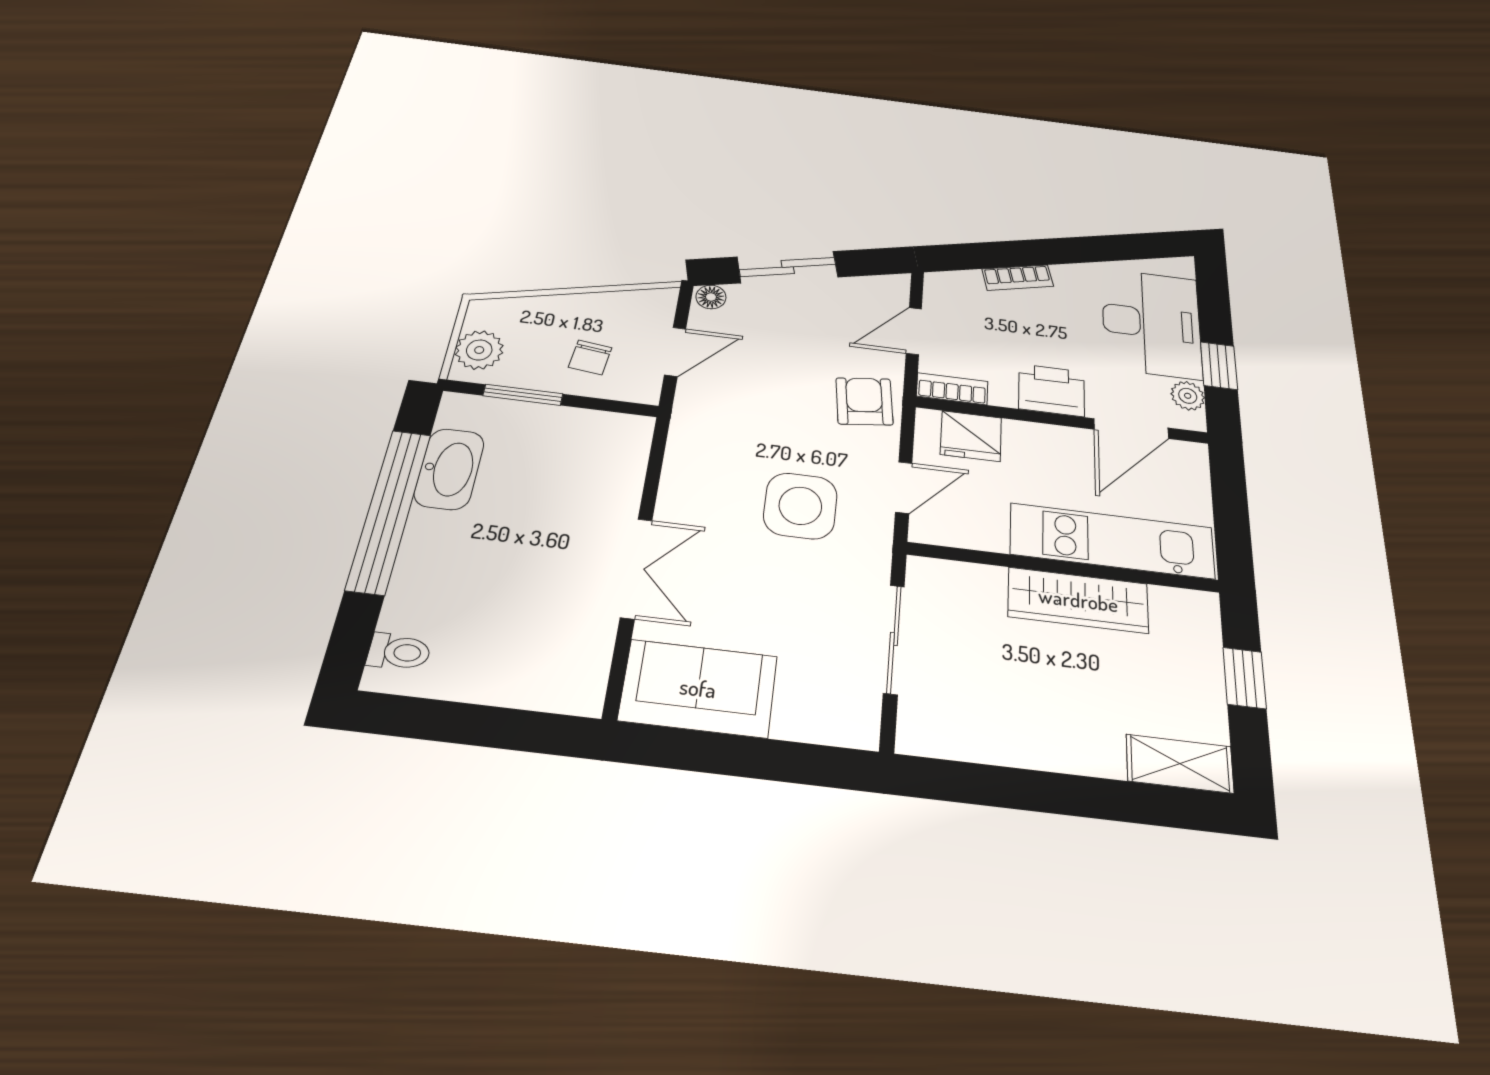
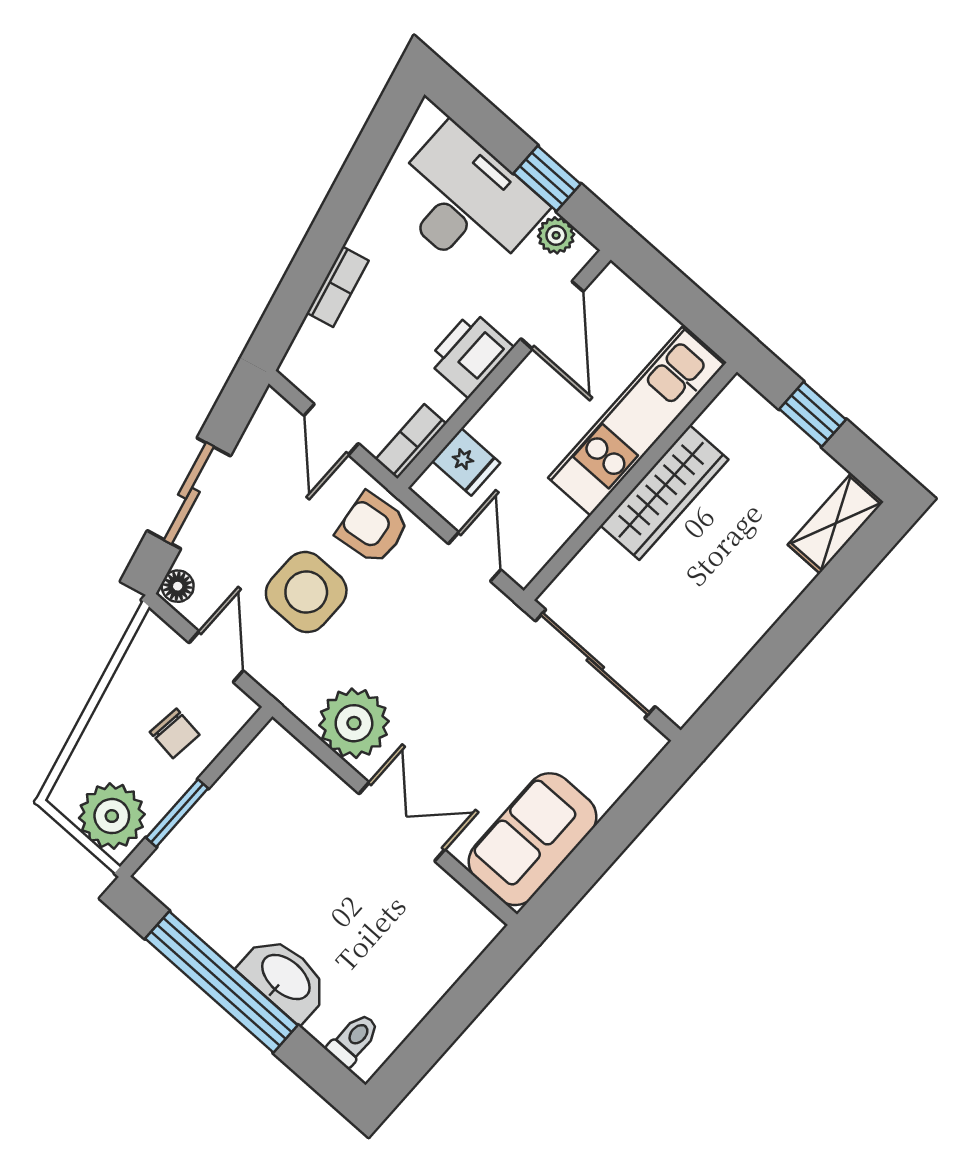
plant: (479, 350) -> (112, 816), width x1.36, depth x1.36
fridge: (971, 436) -> (466, 462), width x0.72
washbasin: (449, 469) -> (285, 978), moved
plant: (696, 480) -> (354, 723), added
side table: (800, 506) -> (306, 592), moved
sliding door: (894, 639) -> (595, 664), width x1.37

